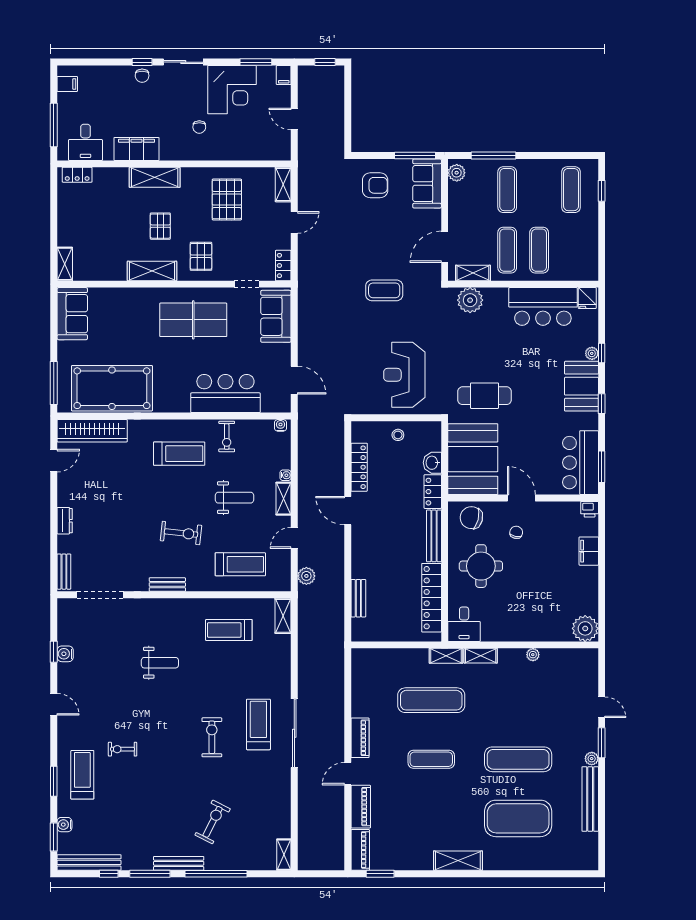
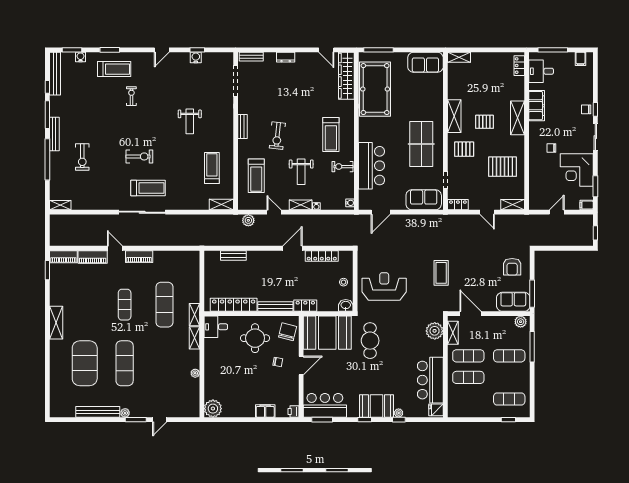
washbasin: (432, 463) -> (346, 305), moved
exercise bike: (213, 822) -> (82, 157), turned 63

